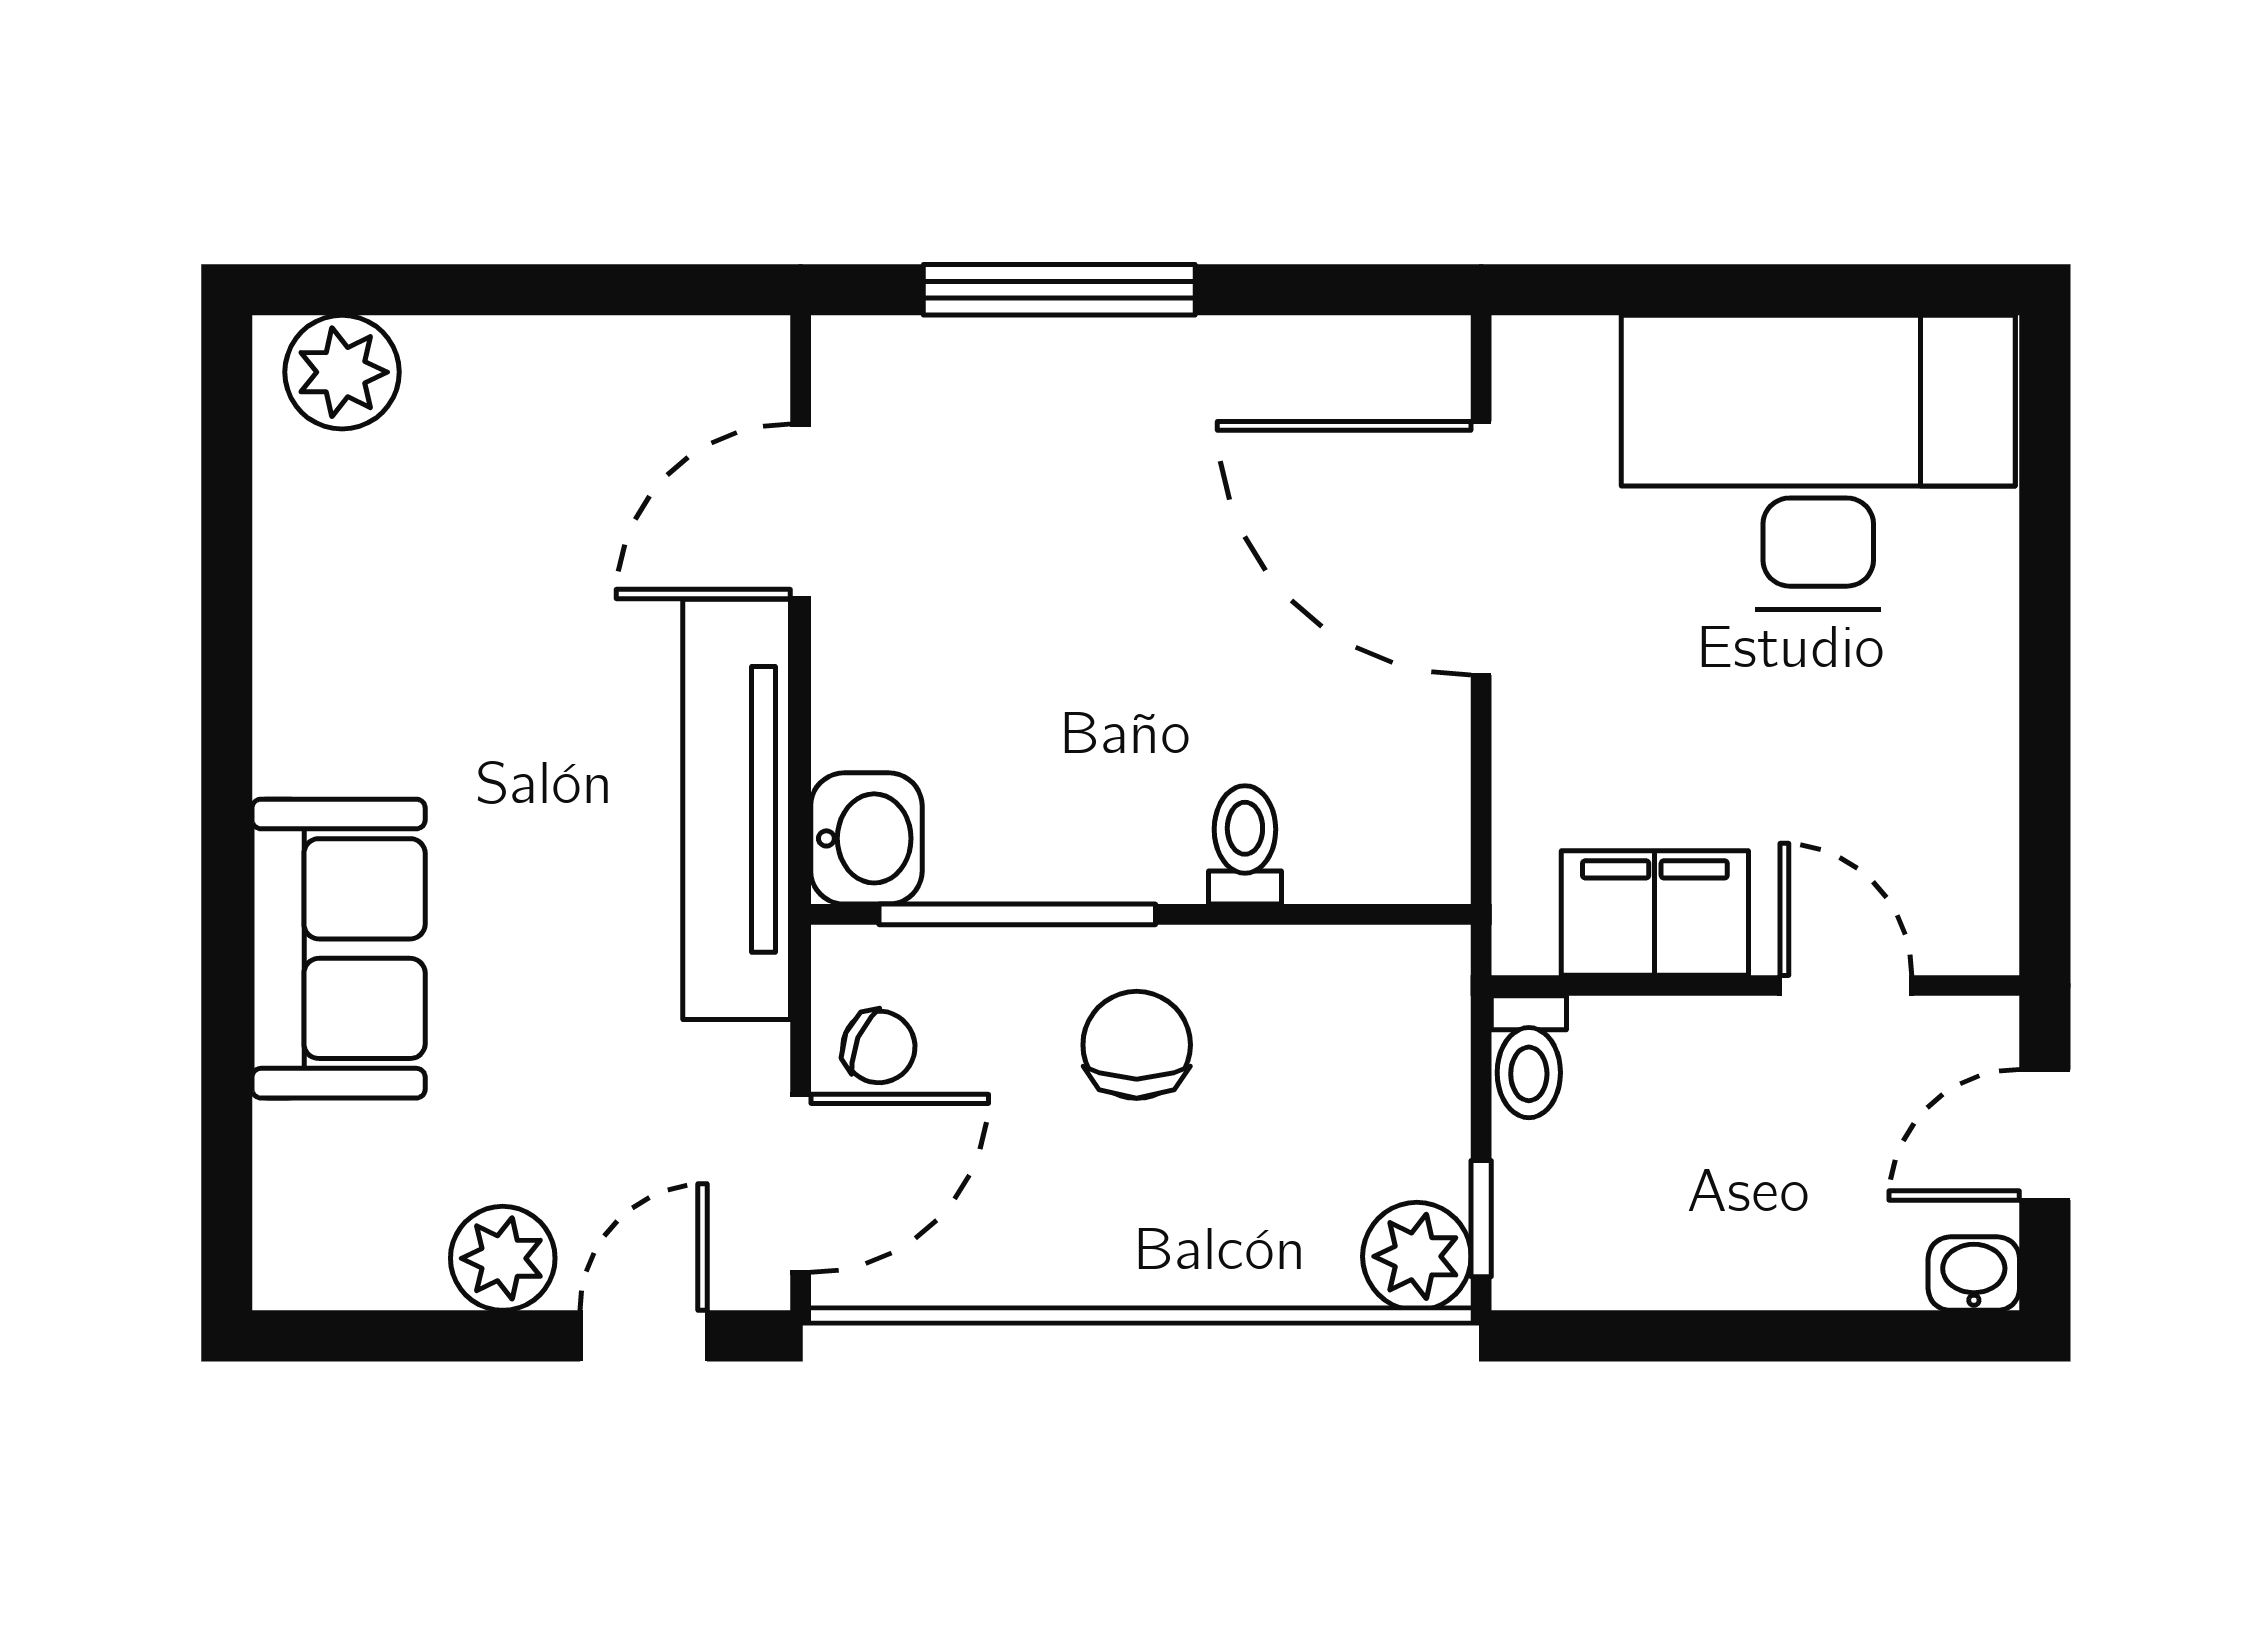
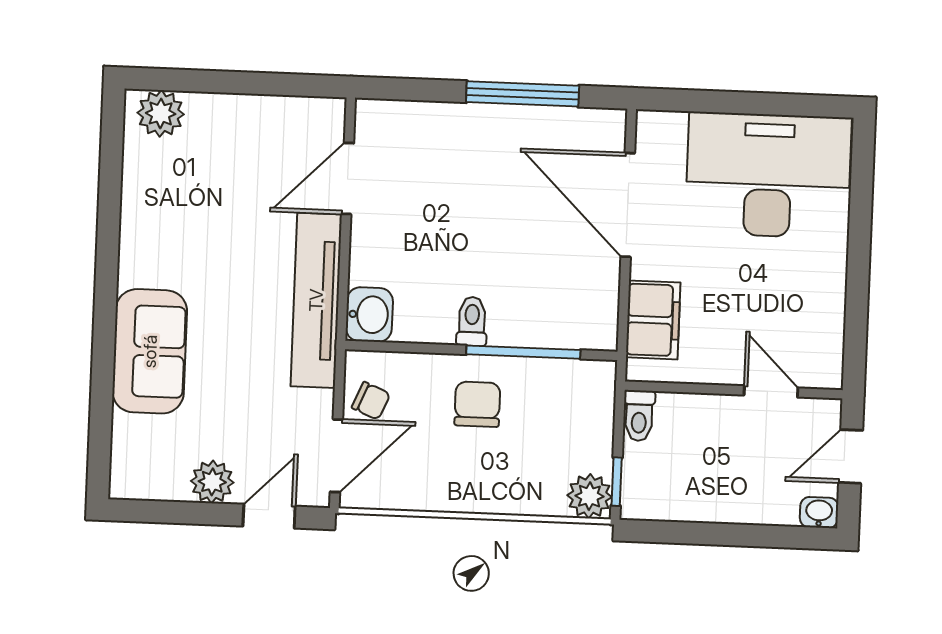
window: (1059, 290) -> (523, 94), moved
toilet: (1245, 845) -> (472, 321), moved
filing cabinet: (1655, 913) -> (653, 320), moved, turned 90
window: (1017, 914) -> (523, 352), moved

